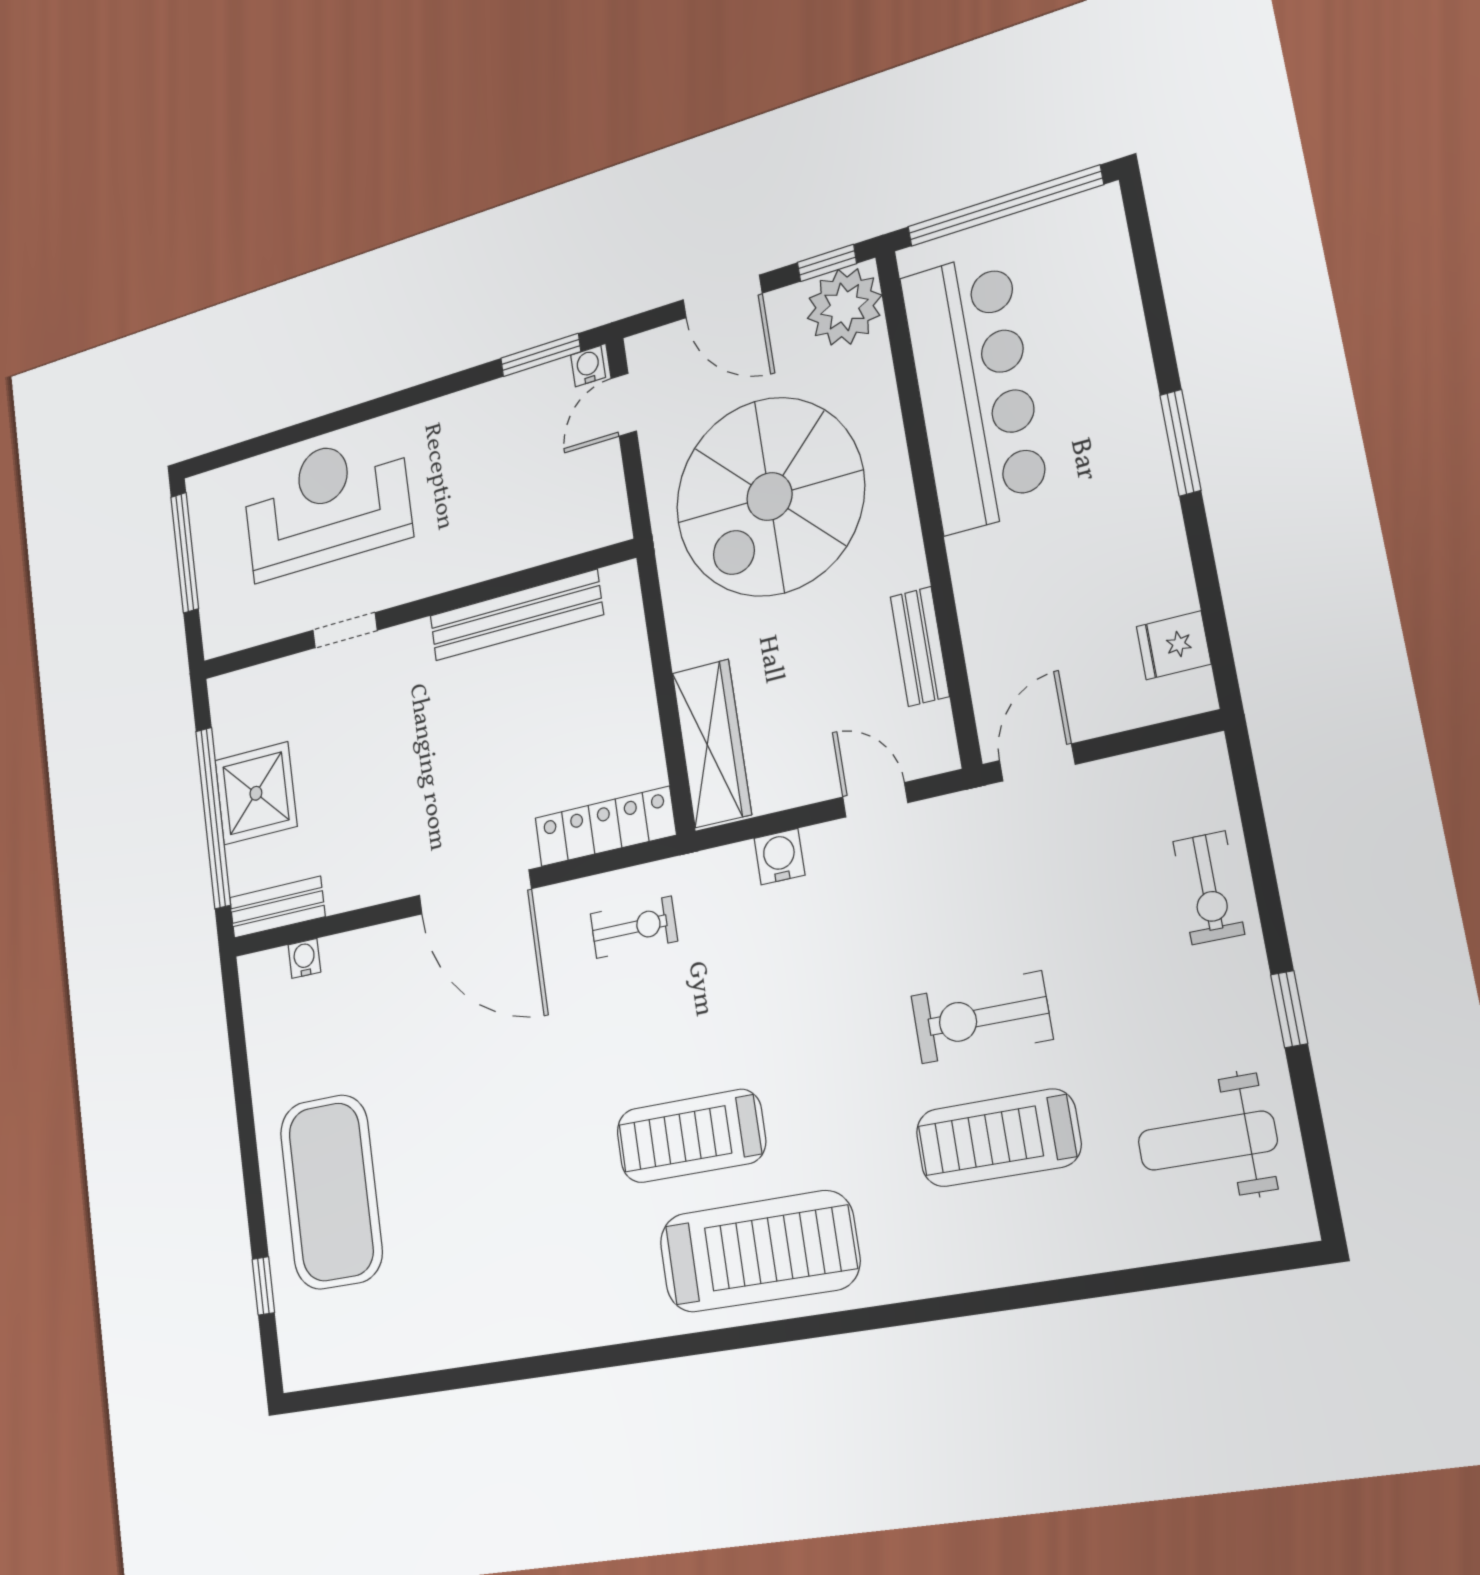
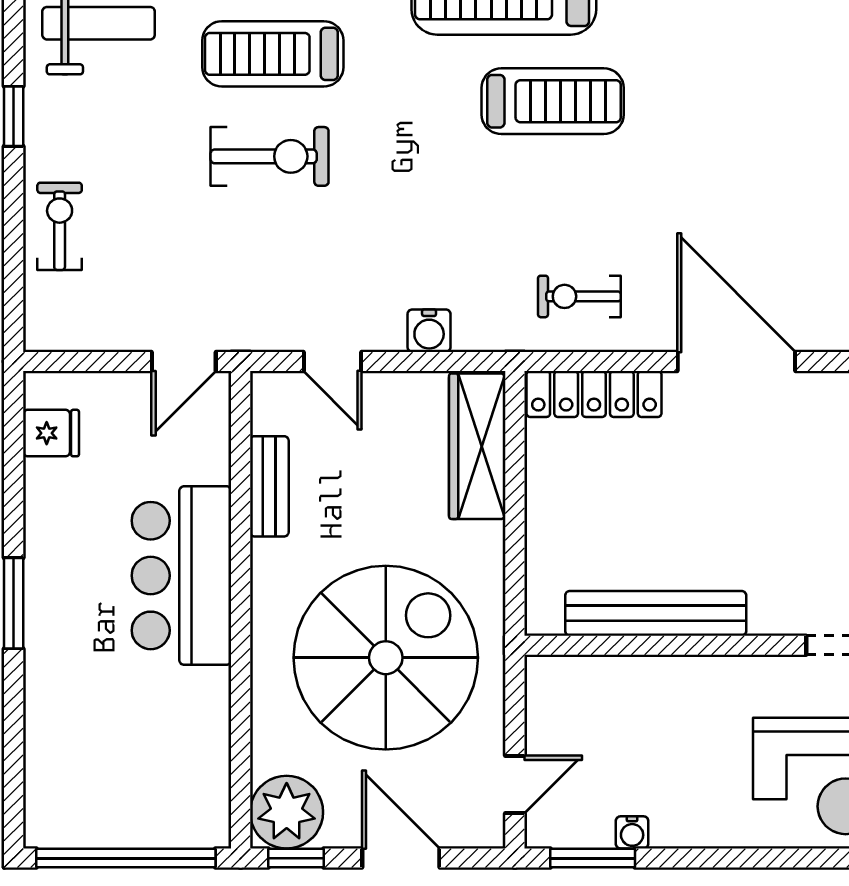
water cooler: (588, 366) -> (632, 832), moved
bar counter: (974, 391) -> (181, 576), moved, width x0.73
treadmill: (998, 1138) -> (273, 54), turned 180

